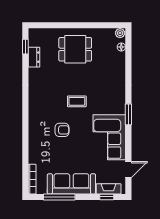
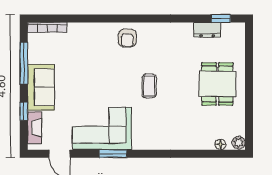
window: (128, 114) -> (113, 154), moved
armchair: (62, 130) -> (127, 38), moved
sofa: (71, 184) -> (41, 87), width x0.73
window: (107, 197) -> (24, 111), moved

